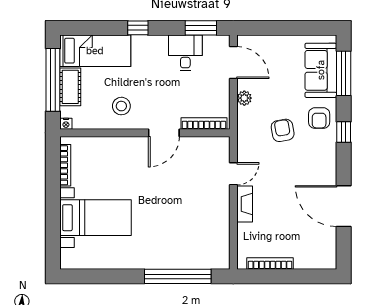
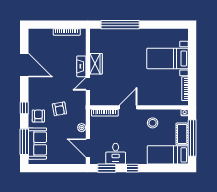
window: (138, 28) -> (132, 168), moved
wardrobe: (219, 208) -> (96, 64), added

